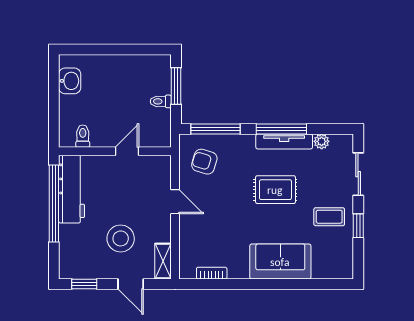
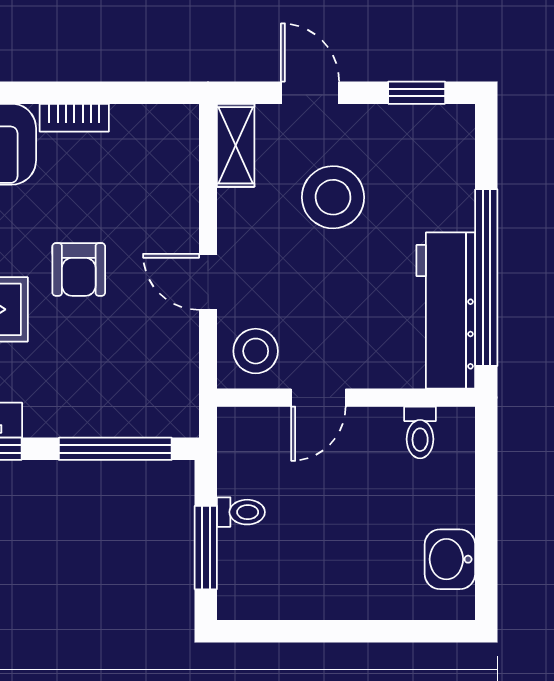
armchair: (204, 162) -> (79, 269), moved, turned 73
stool: (154, 172) -> (256, 351), added
bookcase: (212, 273) -> (74, 118), moved

